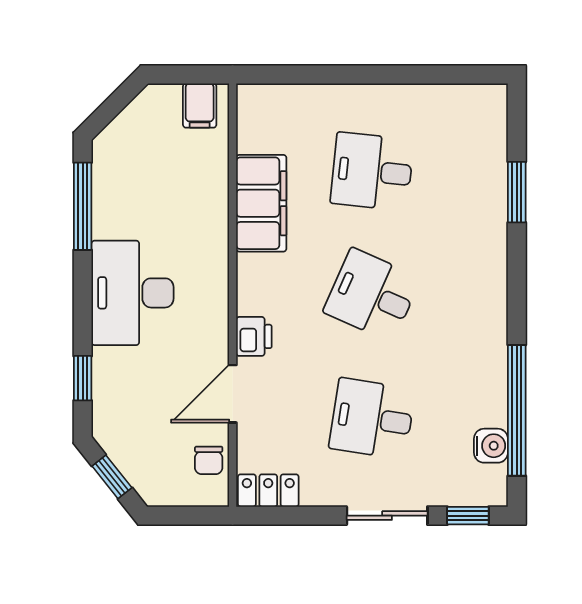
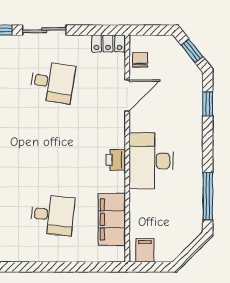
filing cabinet: (261, 203) -> (112, 219), moved
desk: (133, 293) -> (151, 161), moved, turned 180
desk: (372, 295) -> (52, 149), removed
printer: (254, 336) -> (116, 160), moved

